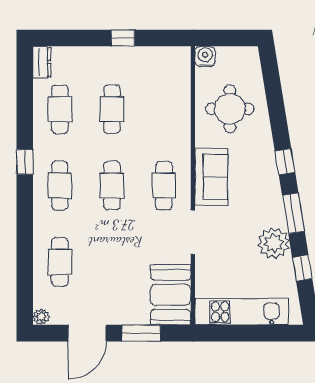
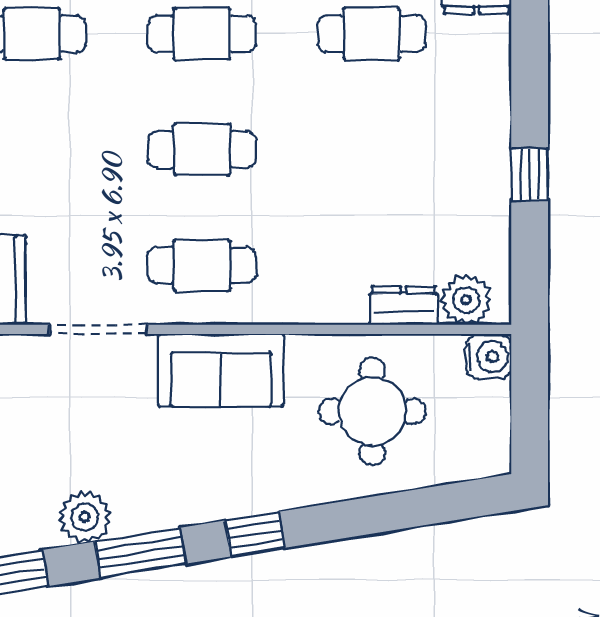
plant: (180, 67) -> (466, 300), added
dresser: (182, 95) -> (403, 306), added
cafe table: (112, 109) -> (372, 149), removed
plant: (274, 243) -> (85, 517), width x0.73, depth x0.73

